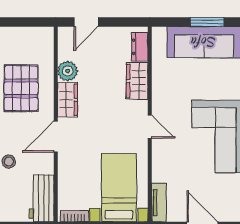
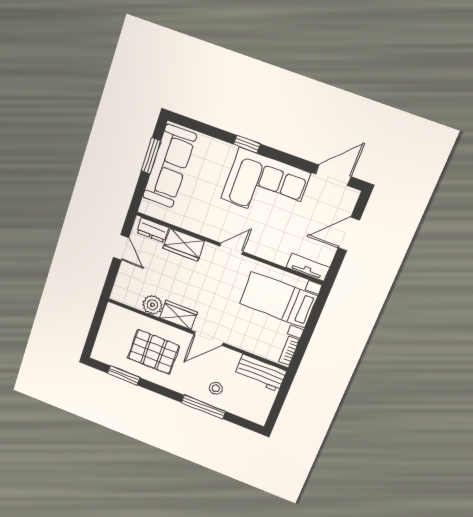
door: (86, 22) -> (121, 248), moved
door: (56, 137) -> (208, 339), hinge flipped

